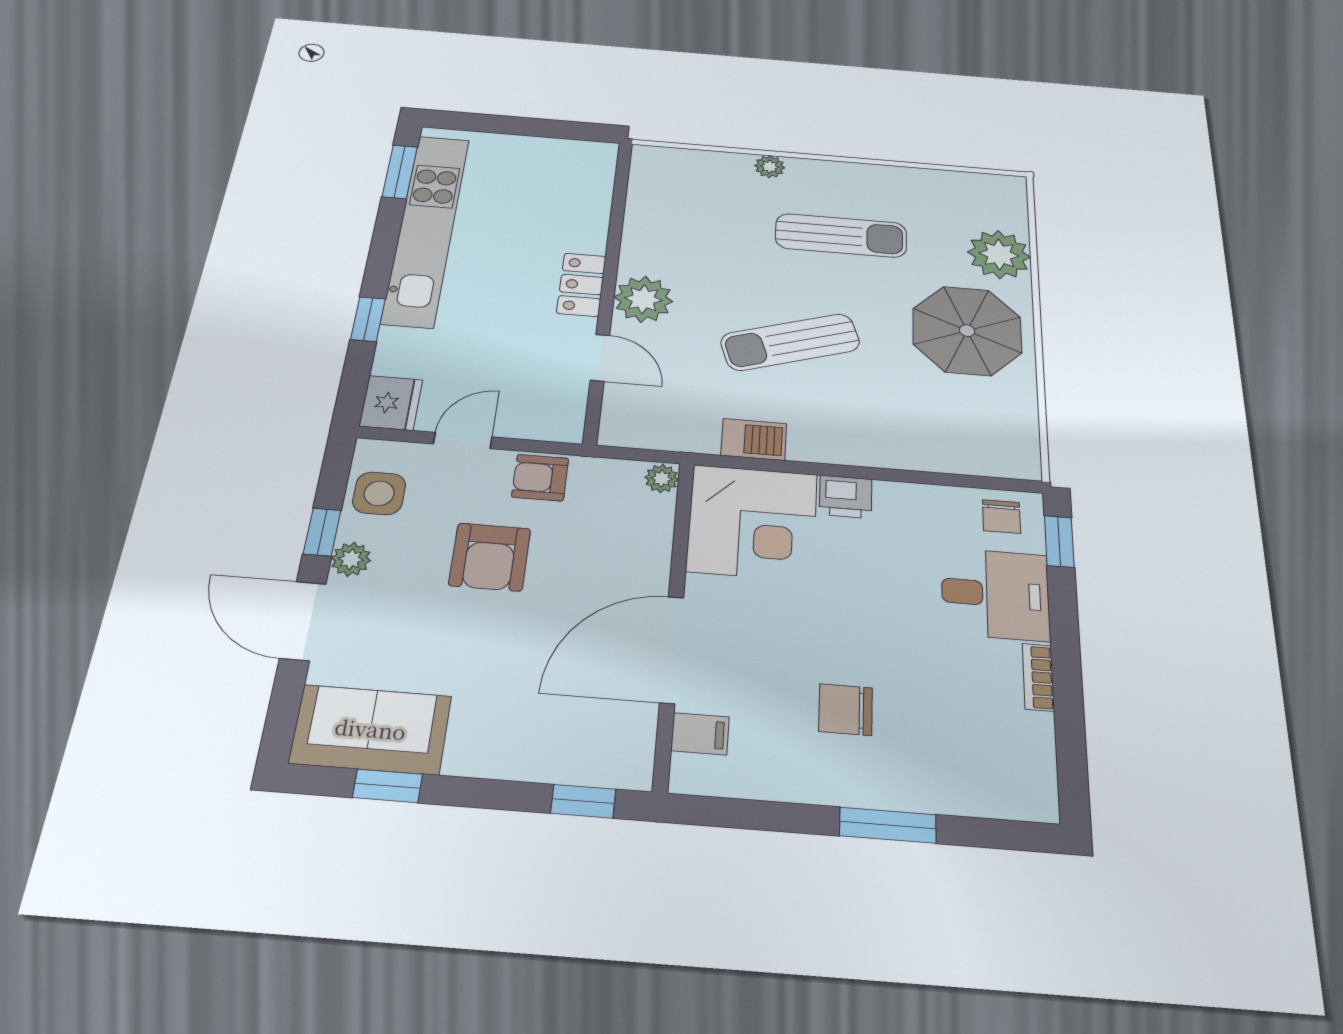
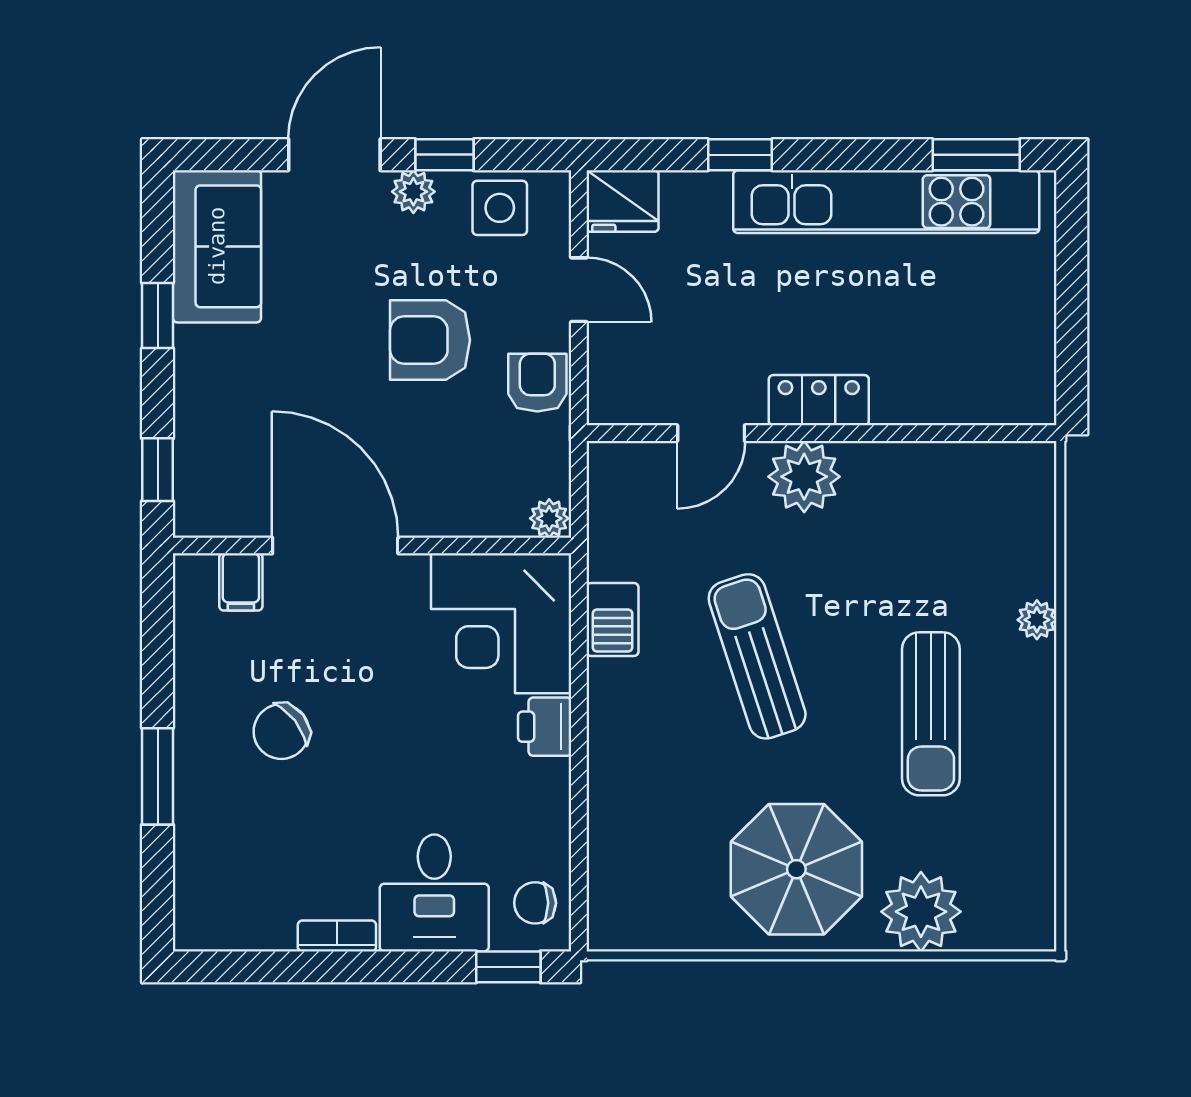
chair: (846, 710) -> (281, 731), turned -128
window: (387, 786) -> (158, 316), moved

